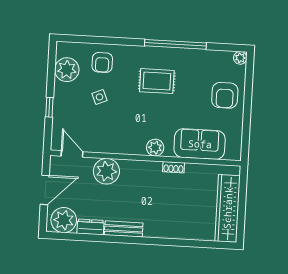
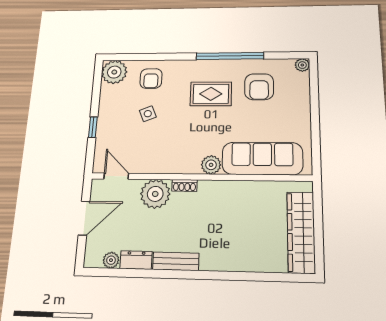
plant: (67, 70) -> (114, 72), moved
armchair: (225, 95) -> (259, 87), moved
sofa: (200, 144) -> (262, 159), width x1.36
shoe rack: (173, 167) -> (184, 185), moved
plant: (64, 220) -> (111, 260), width x0.53, depth x0.53

